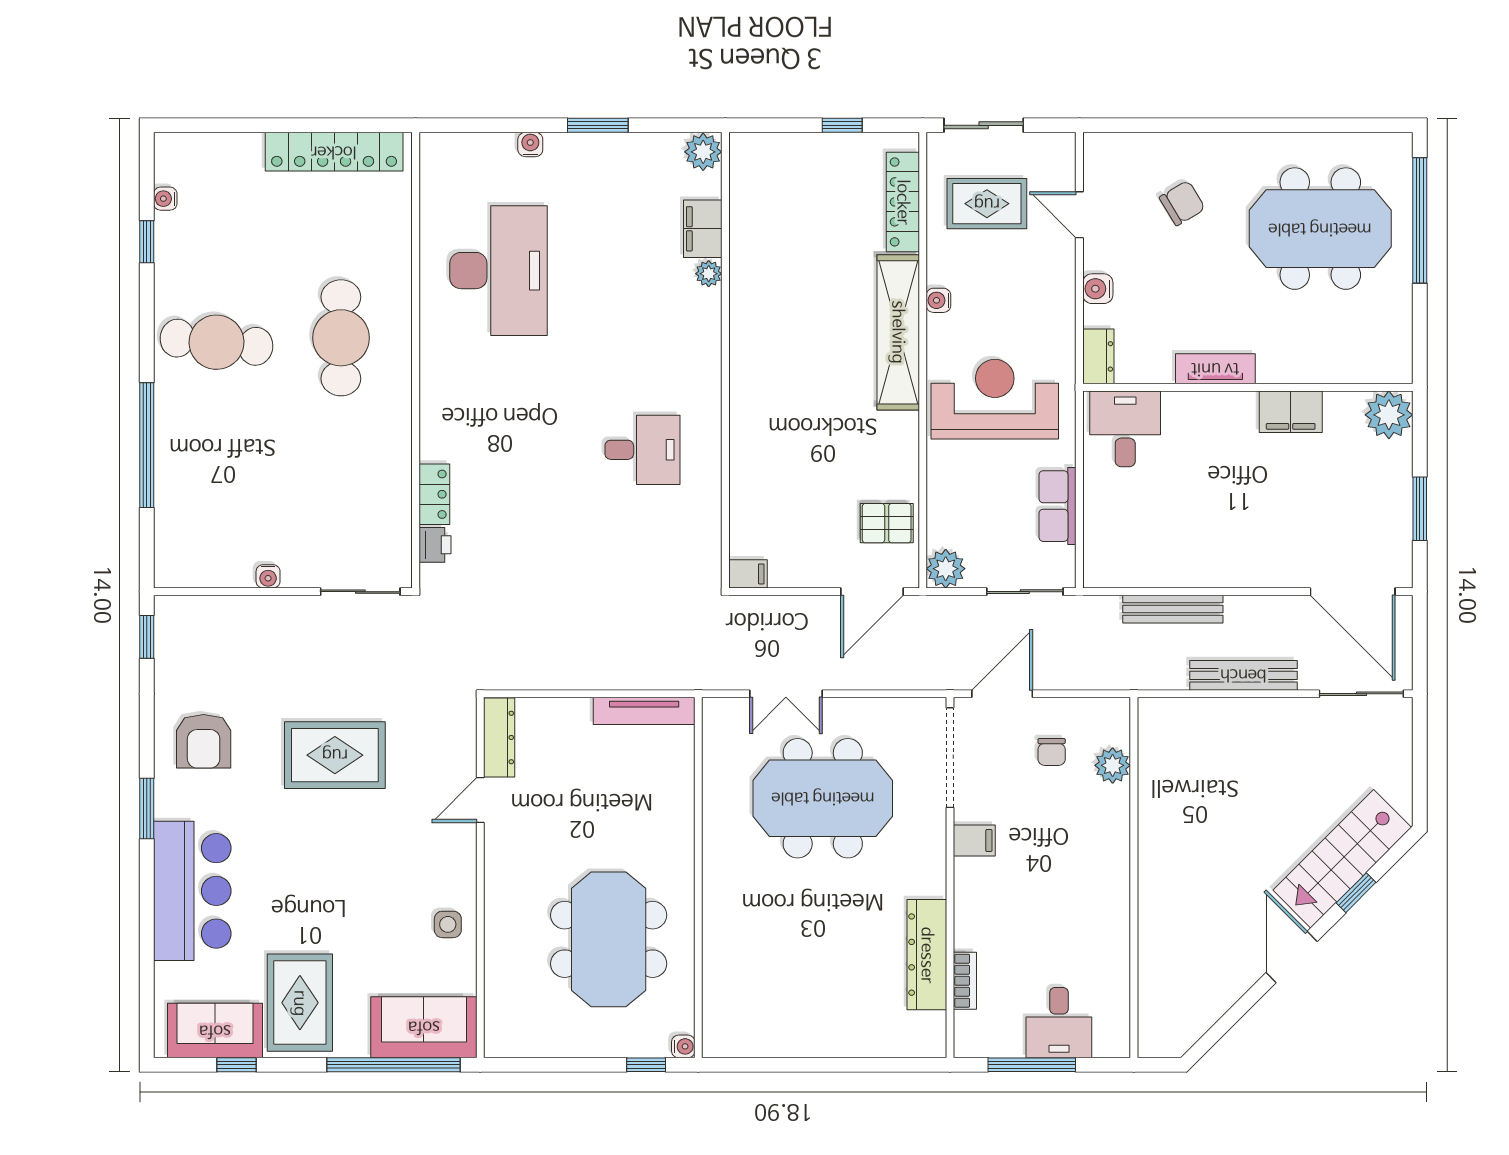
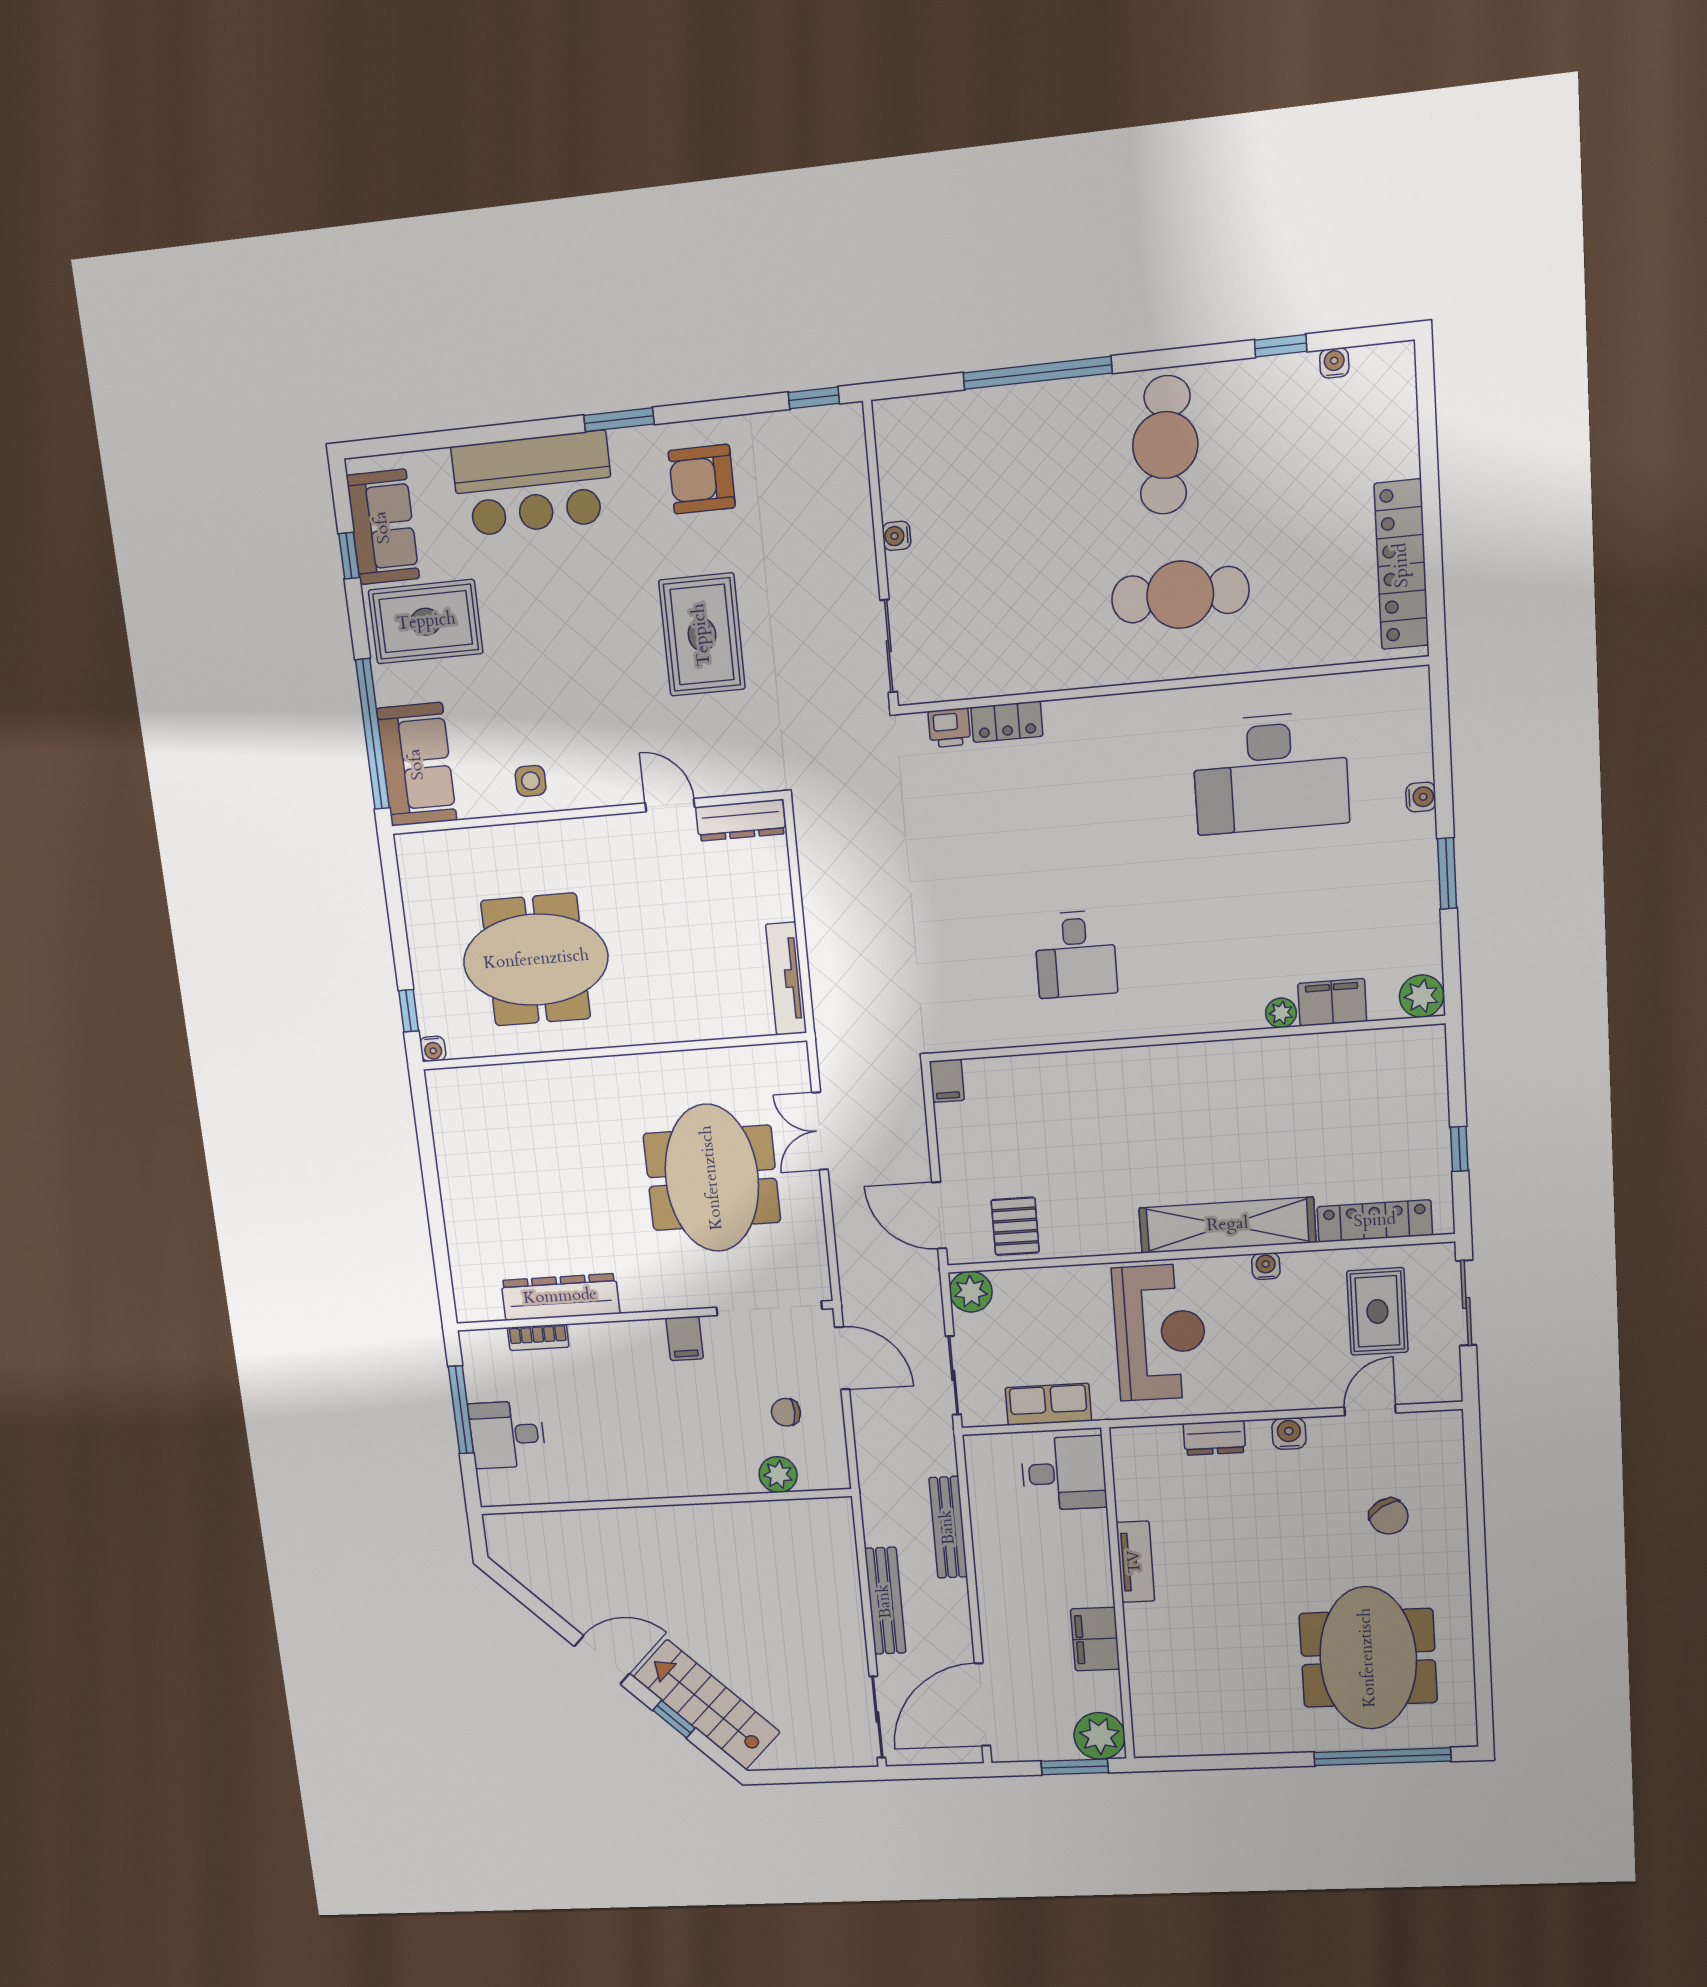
tv unit: (1215, 369) -> (1135, 1562), moved
wall: (1248, 387) -> (1118, 1595), moved
filing cabinet: (1291, 412) -> (1095, 1639), moved
plant: (1389, 415) -> (1099, 1736), moved
desk: (1125, 429) -> (1064, 1473), moved

